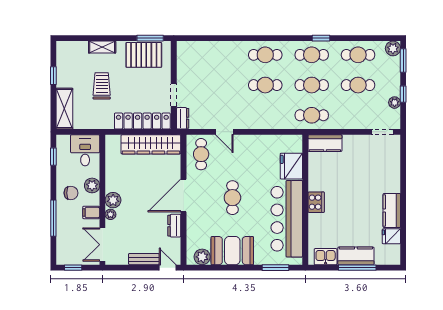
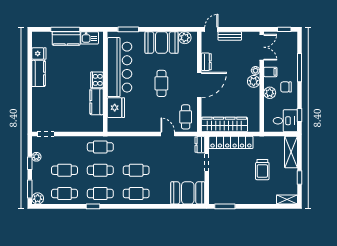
shelving: (102, 47) -> (287, 200), moved
pallet: (144, 55) -> (230, 193), removed
booth: (198, 56) -> (188, 193), added
kitchen counter: (325, 143) -> (97, 102), moved, turned -90
desk: (85, 150) -> (285, 121), moved, turned -90
door: (168, 268) -> (211, 29), swing flipped

